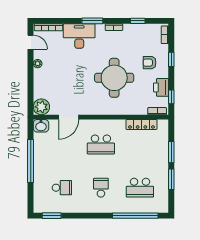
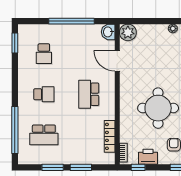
school desk: (140, 188) -> (44, 135), turned -90

